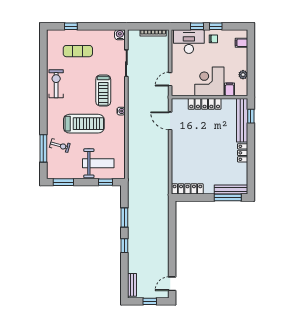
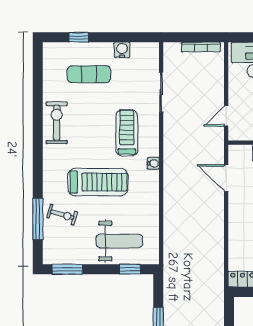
water cooler: (120, 35) -> (122, 50), moved
treadmill: (103, 90) -> (127, 133), turned 180

